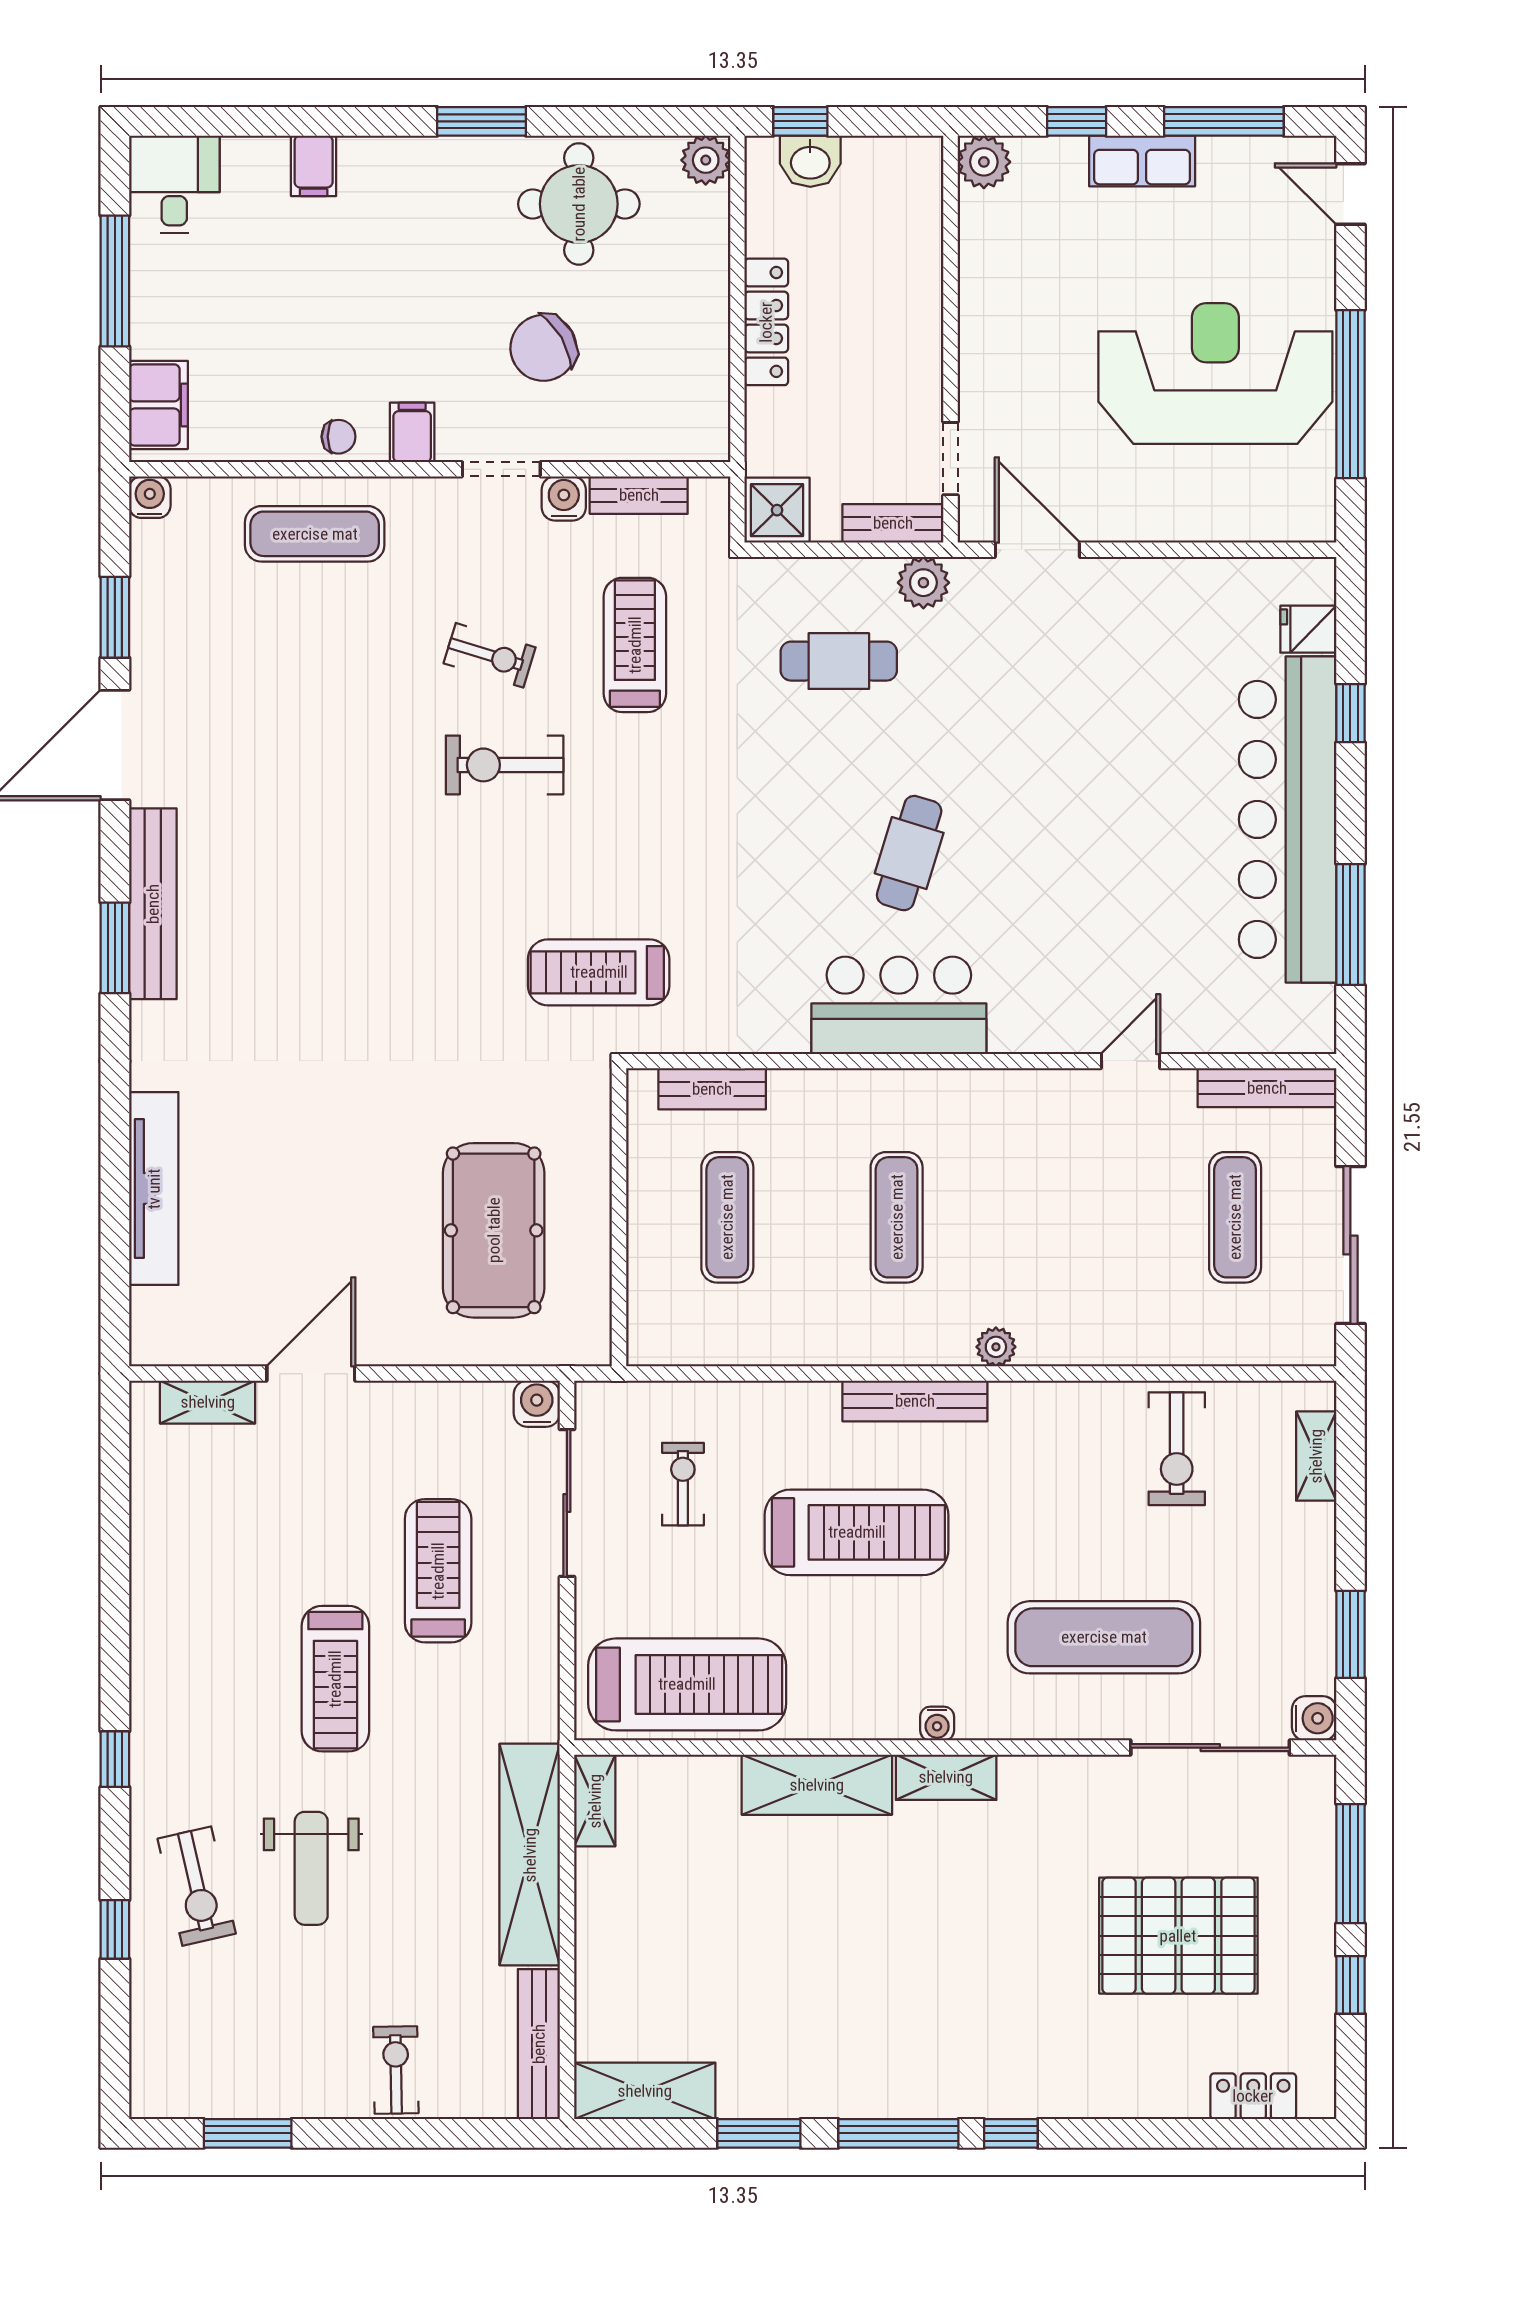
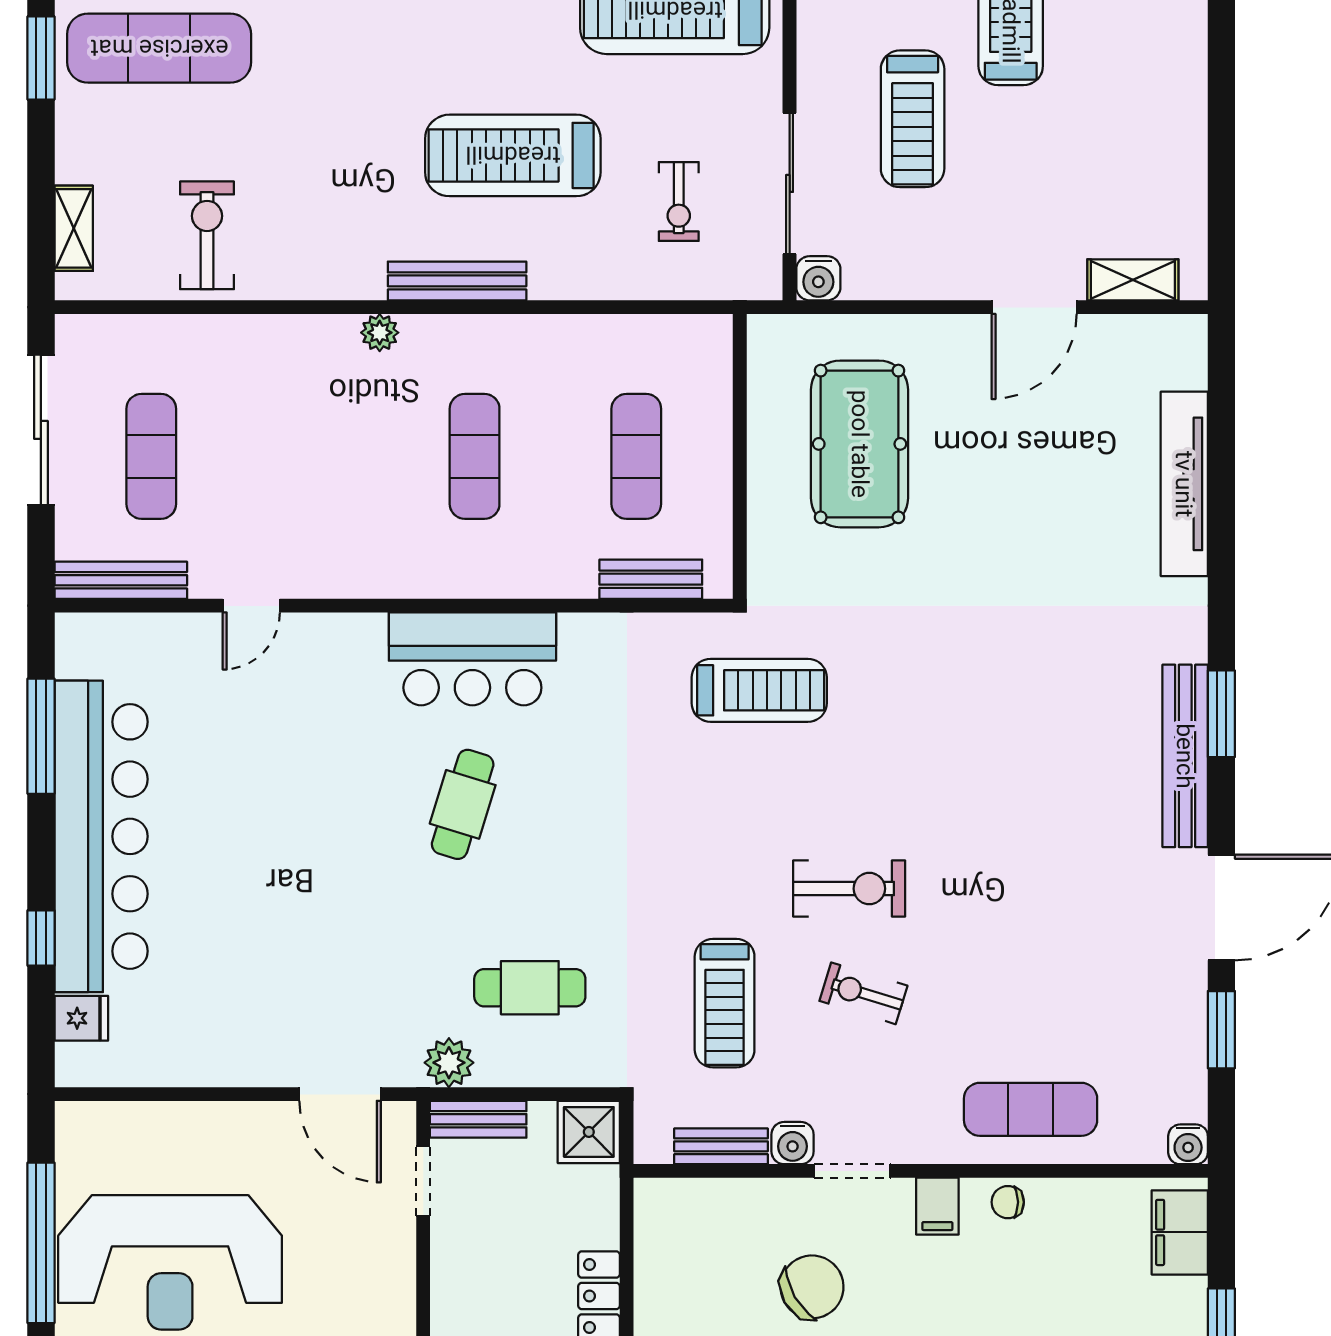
exercise mat: (1104, 1637) -> (159, 48), moved

